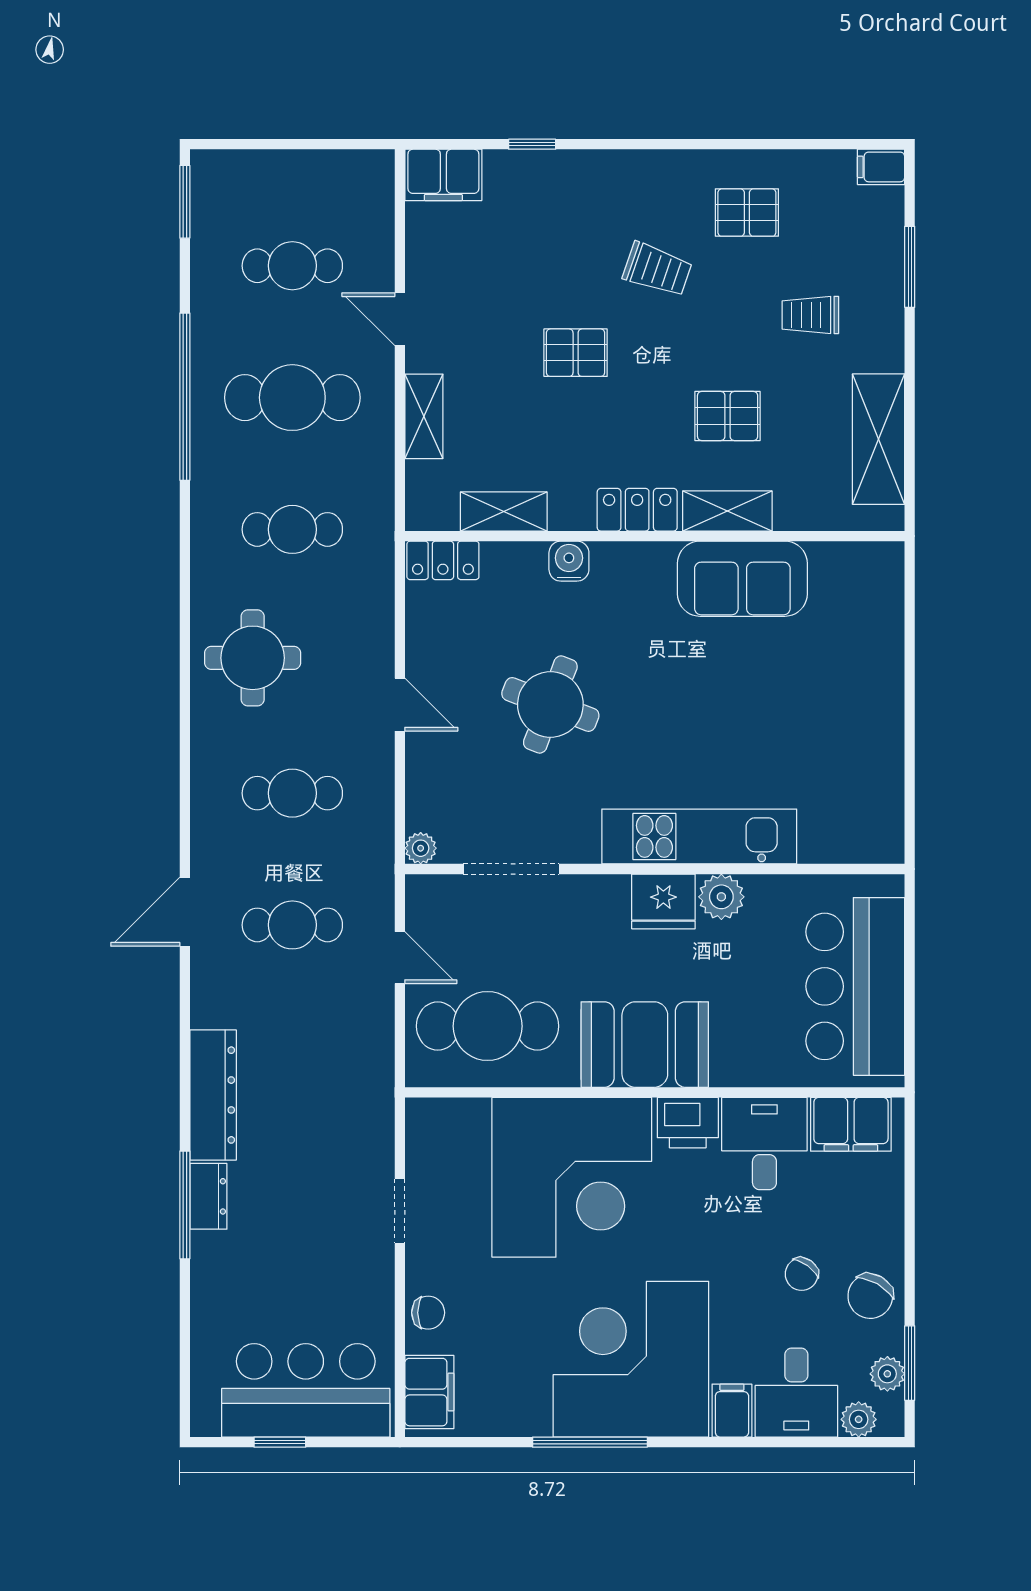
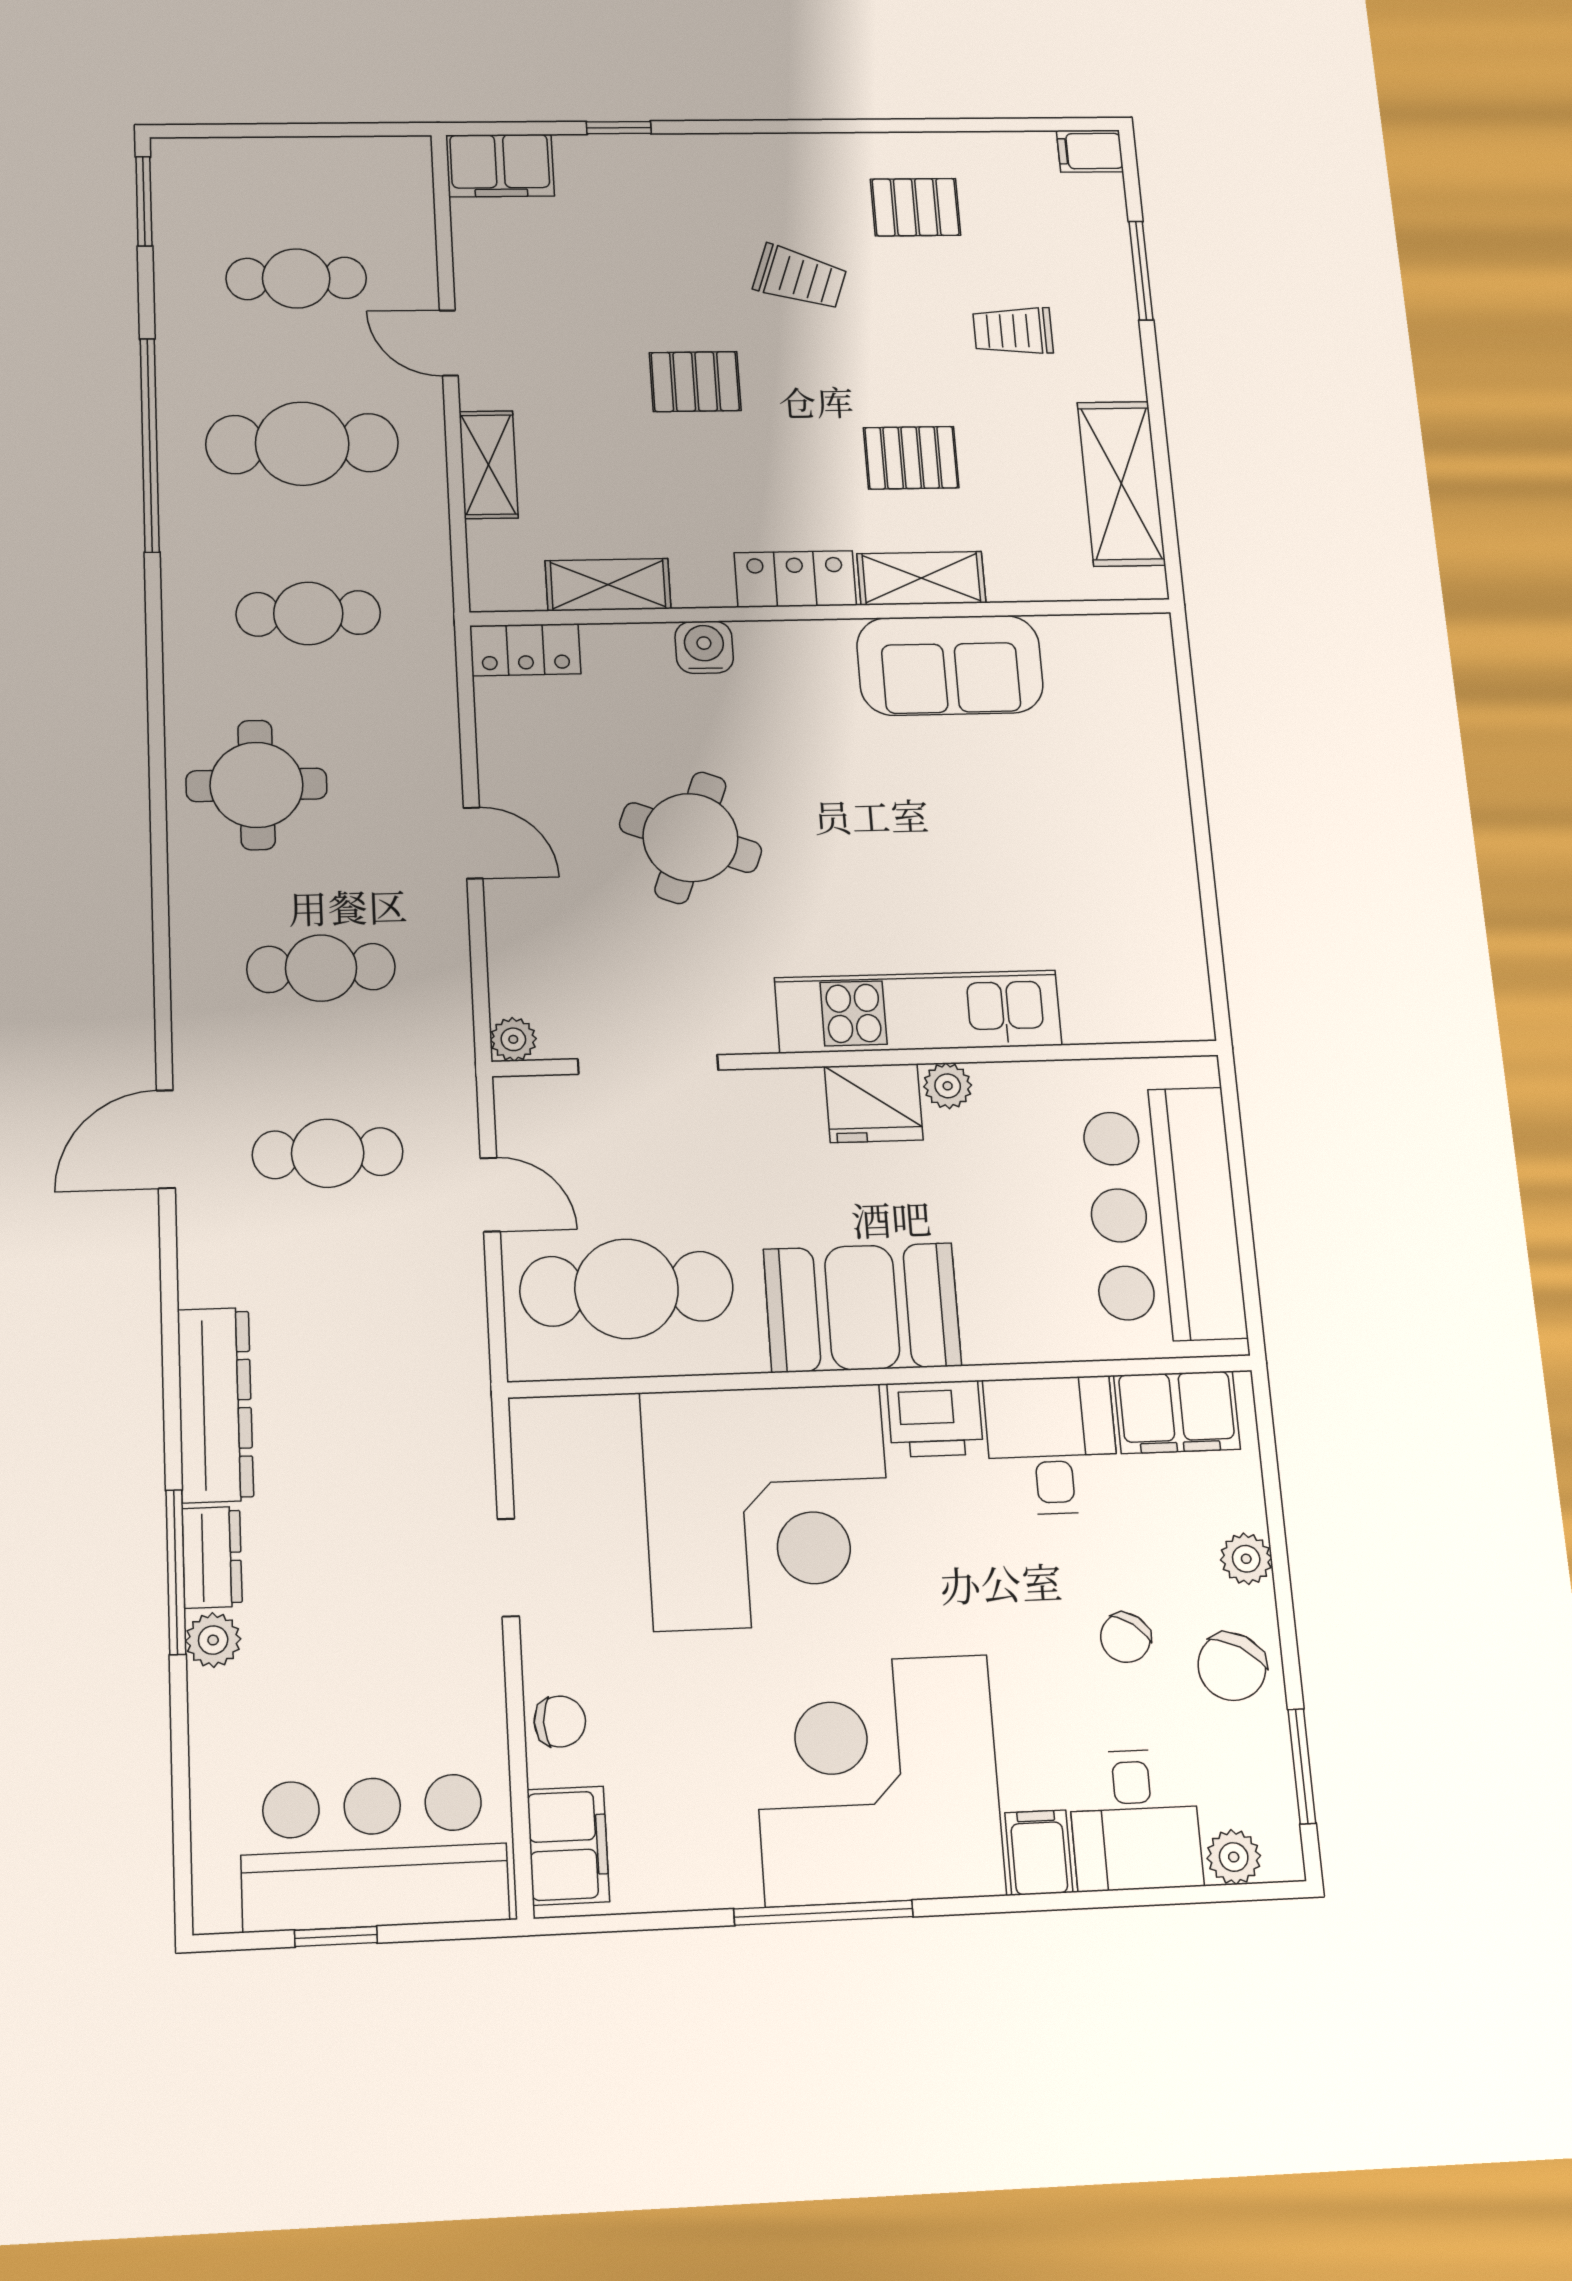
plant: (721, 897) -> (948, 1086), width x0.73, depth x0.73
plant: (208, 1250) -> (213, 1640), added
plant: (887, 1374) -> (1246, 1559), moved

